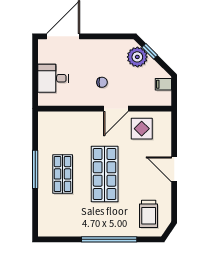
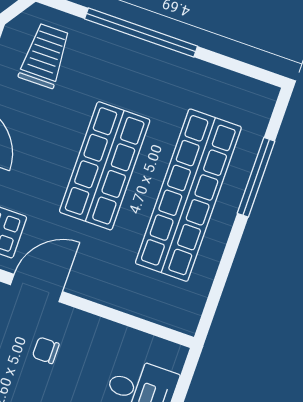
window: (35, 169) -> (256, 177), moved
shop shelf: (63, 174) -> (188, 195), width x2.00, depth x1.36

